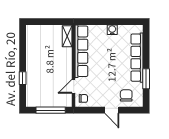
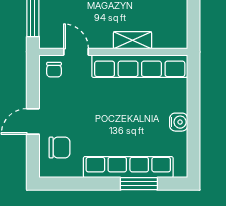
shelving: (67, 36) -> (133, 40), moved
window: (146, 79) -> (139, 184), moved

